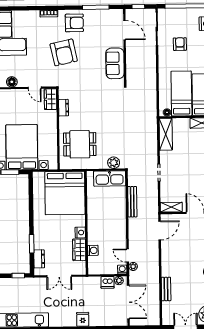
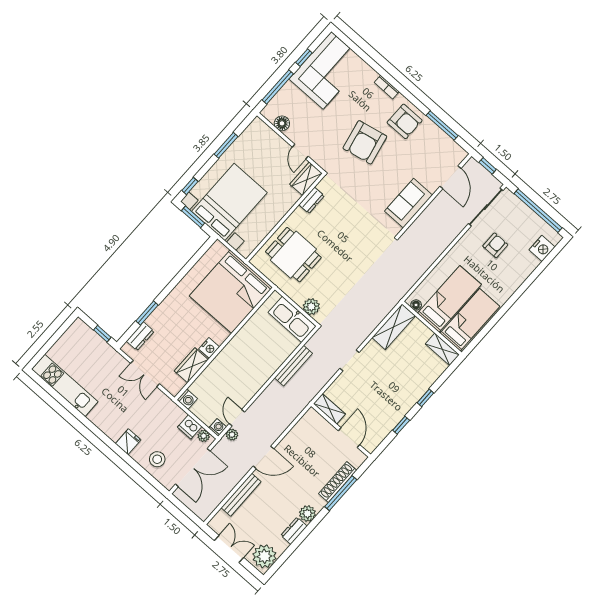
door: (160, 230) -> (263, 457), moved
washing machine: (93, 250) -> (187, 399), moved
bench: (166, 289) -> (241, 495), width x1.36
stool: (106, 315) -> (157, 459), added

